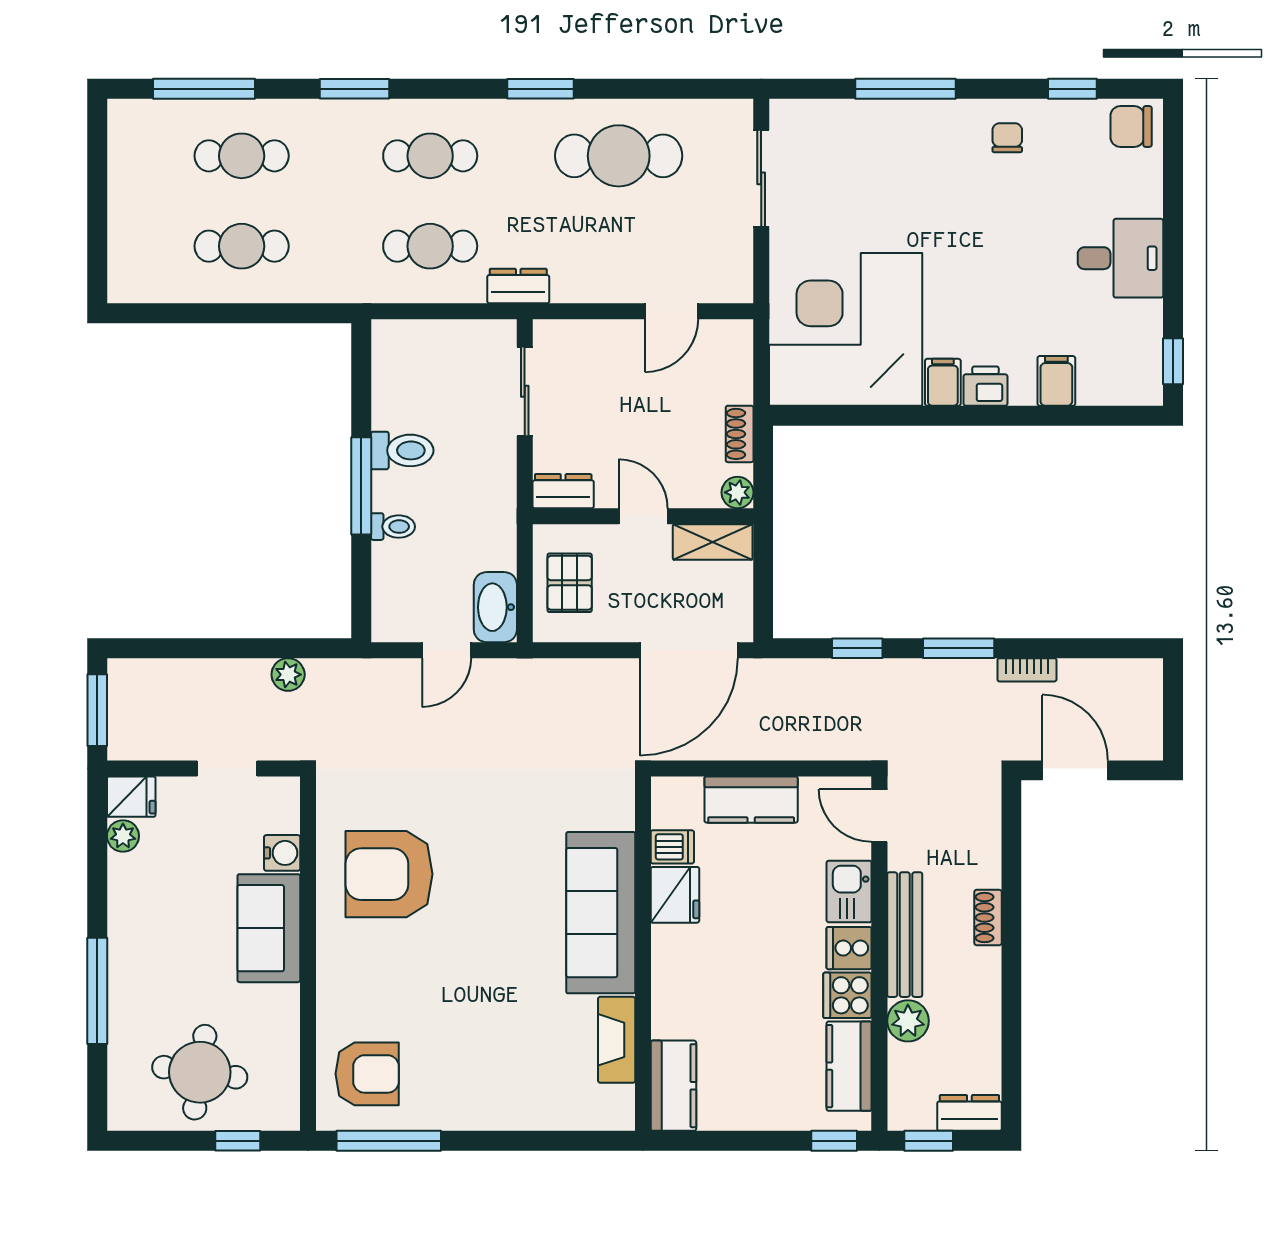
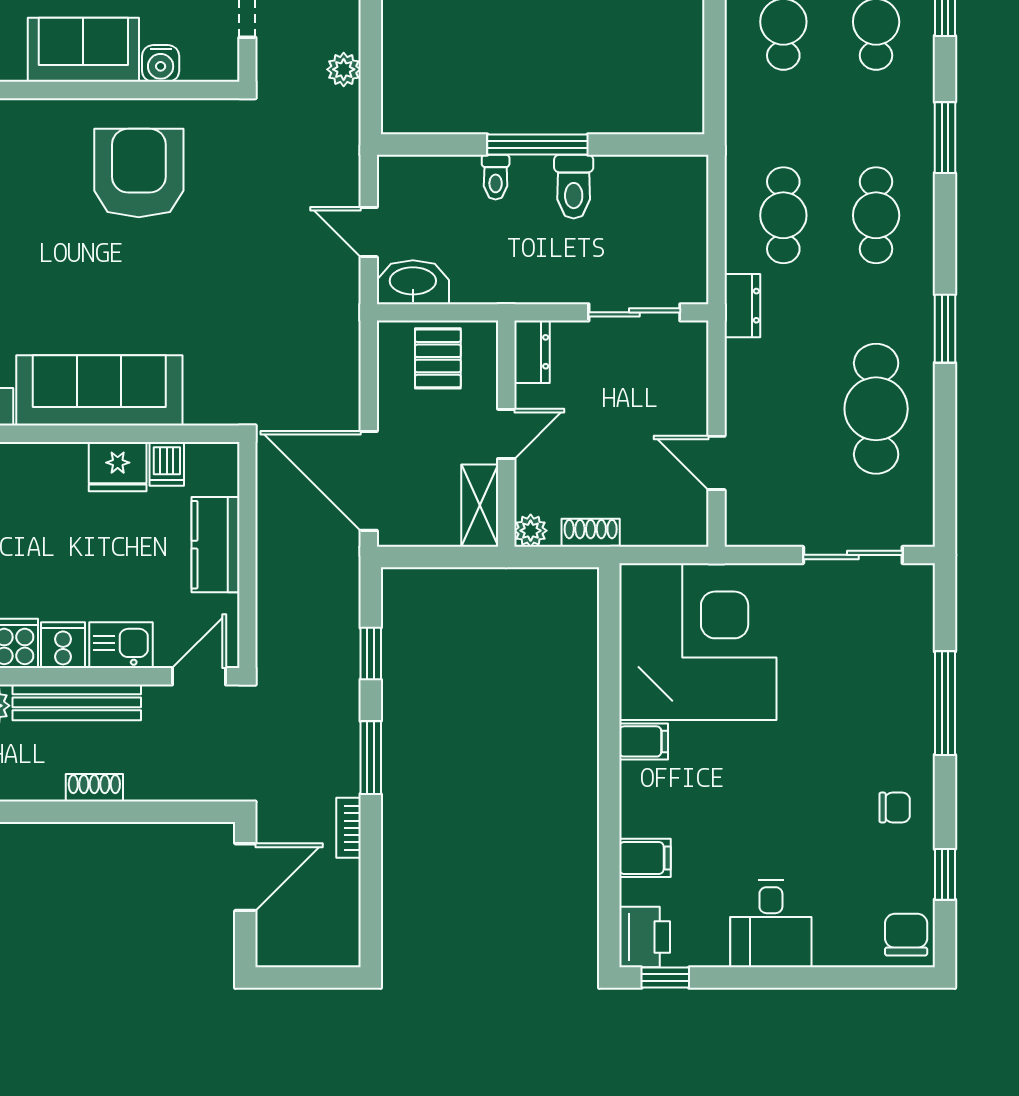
printer: (985, 386) -> (645, 937), moved, width x1.36, depth x1.24
pallet: (570, 583) -> (438, 358), turned 90

